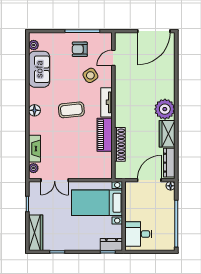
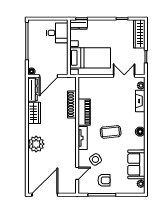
plant: (165, 109) -> (36, 144), moved

